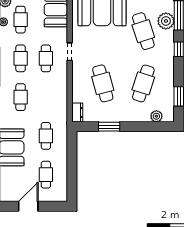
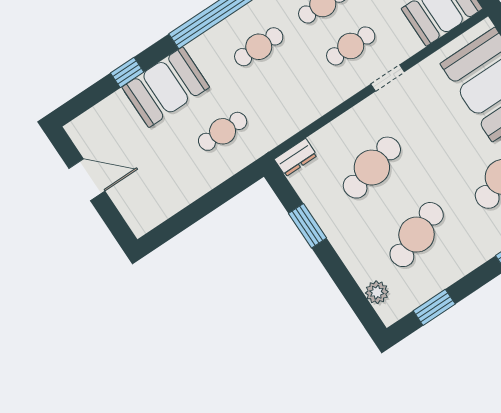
cafe table: (143, 83) -> (417, 235), turned -39
cafe table: (46, 175) -> (159, 174), removed

